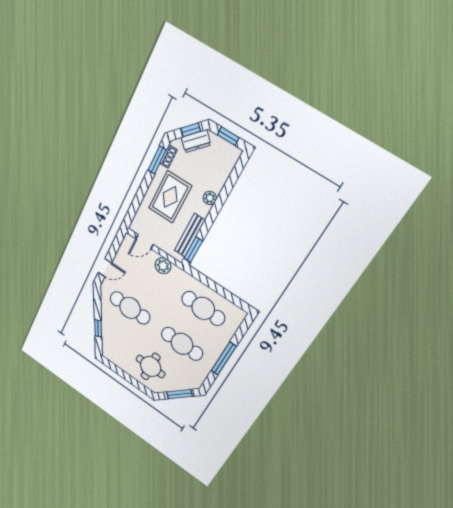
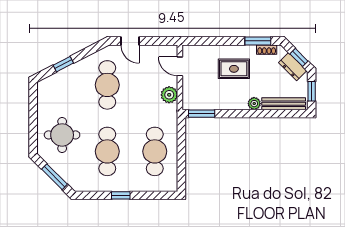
rug: (170, 197) -> (234, 69), width x0.73, depth x0.70
bench: (190, 235) -> (284, 104), moved
window: (224, 359) -> (121, 195), width x0.46

